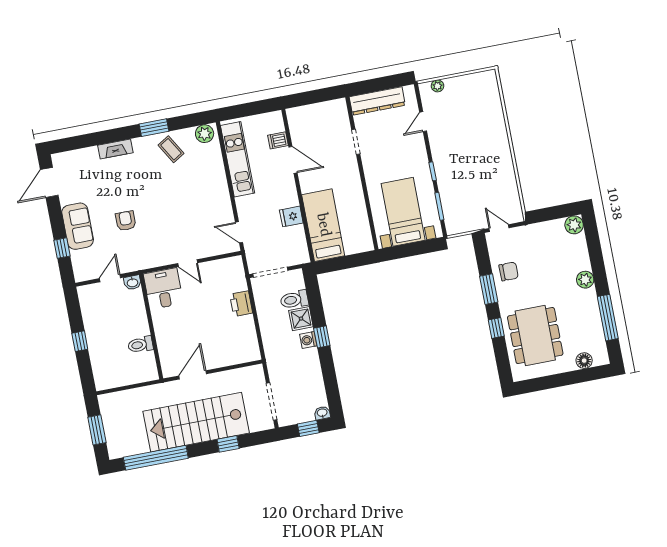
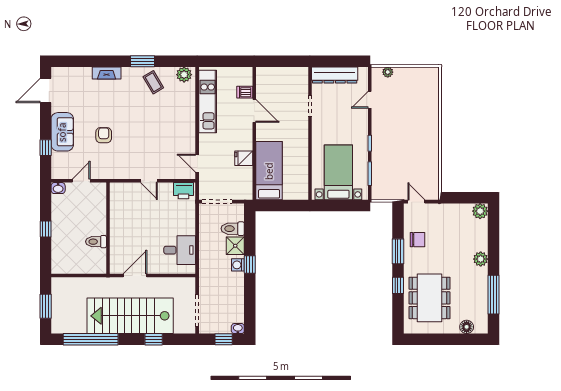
washbasin: (132, 282) -> (58, 188), moved
desk: (163, 289) -> (180, 250), moved, turned 90
printer: (241, 304) -> (184, 191), moved, turned -90

